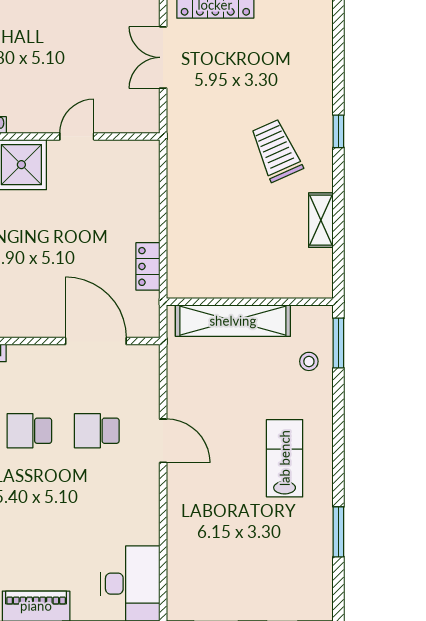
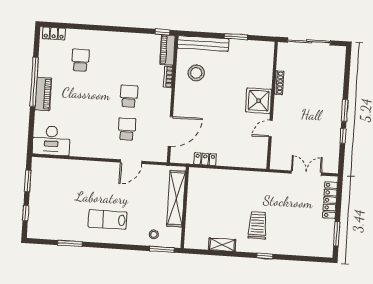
door: (77, 136) -> (271, 129), swing flipped
trolley: (276, 150) -> (258, 225), turned -66
door: (163, 441) -> (131, 162), moved
lab bench: (285, 458) -> (107, 220), turned 180

